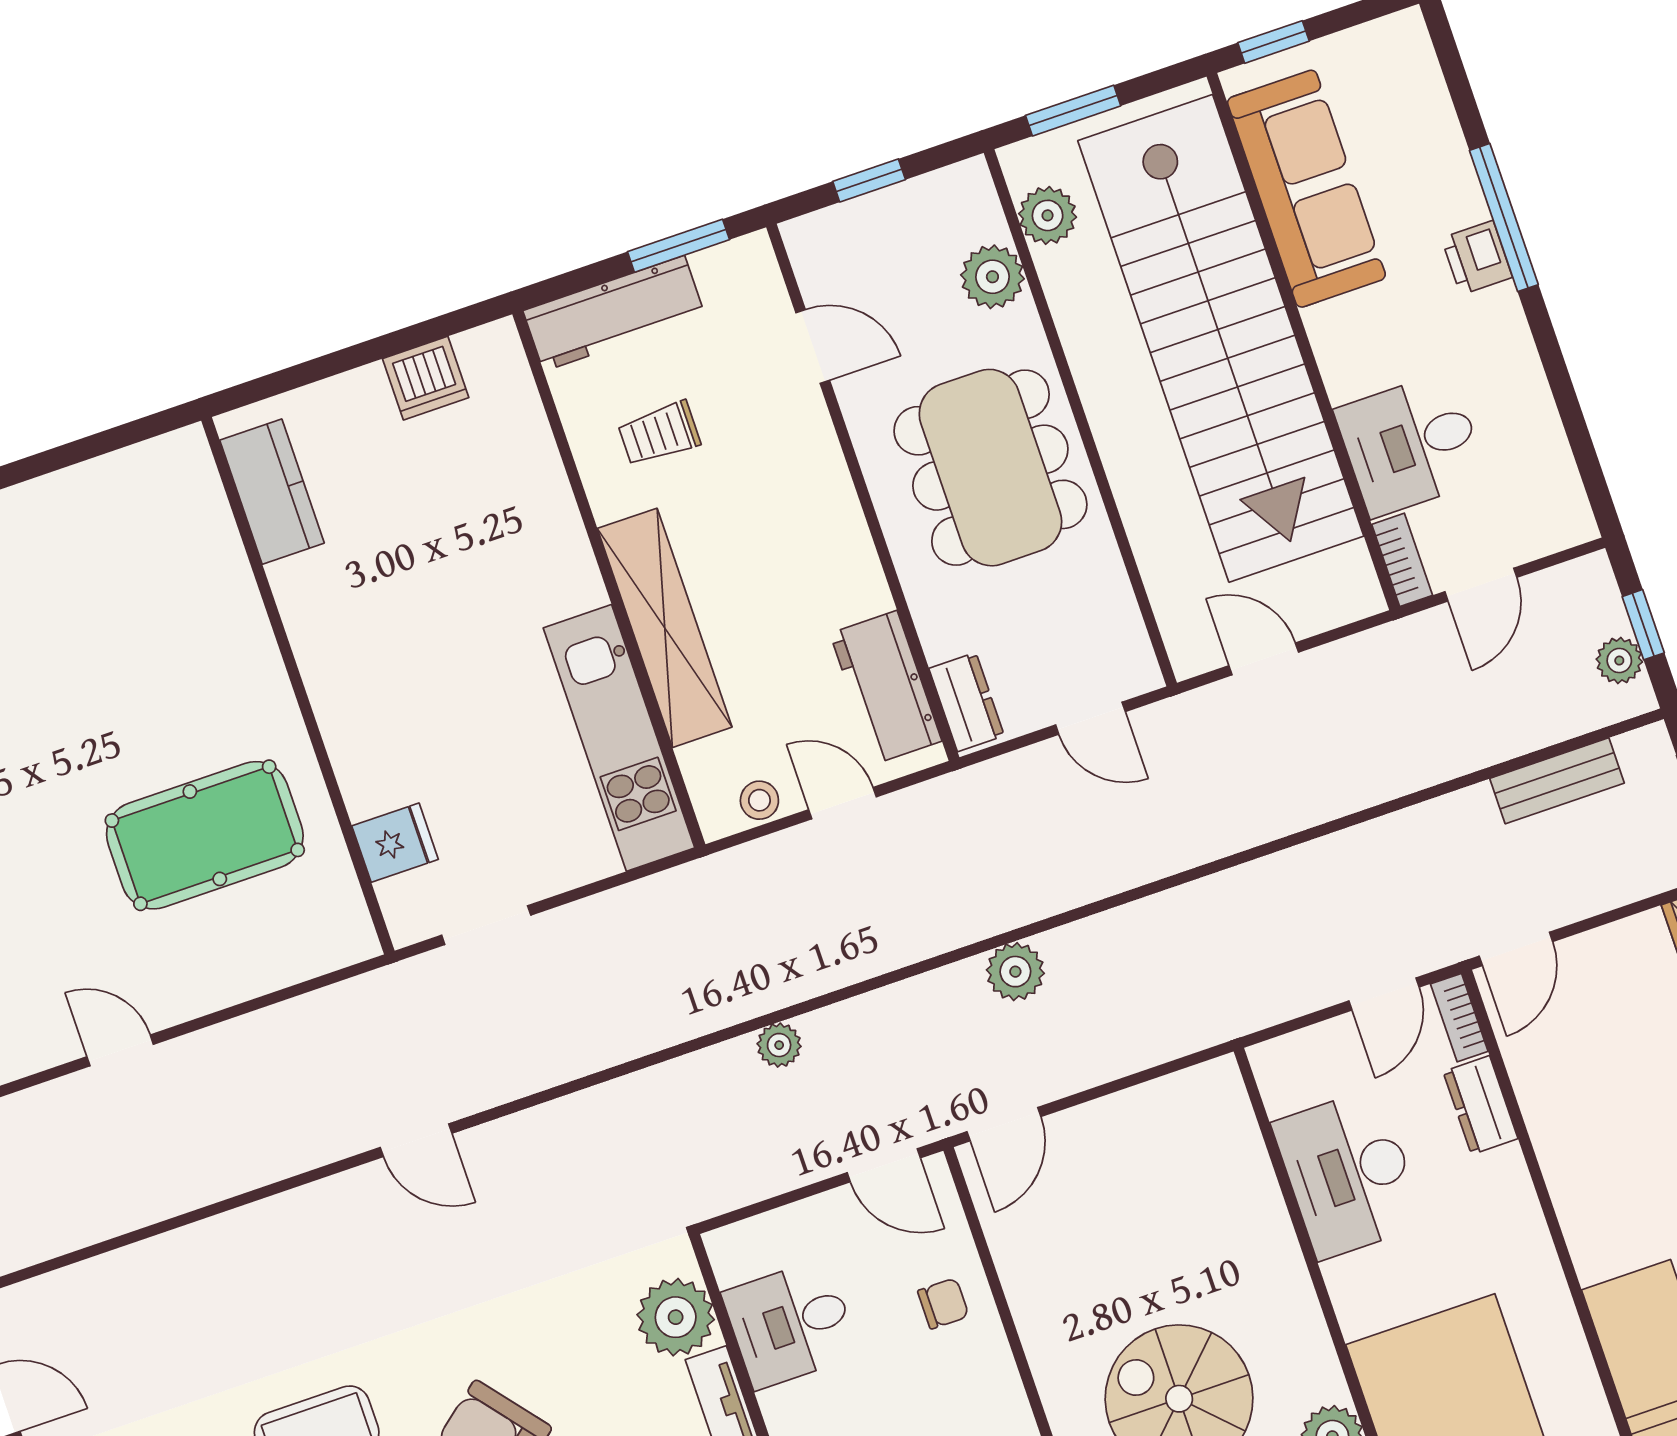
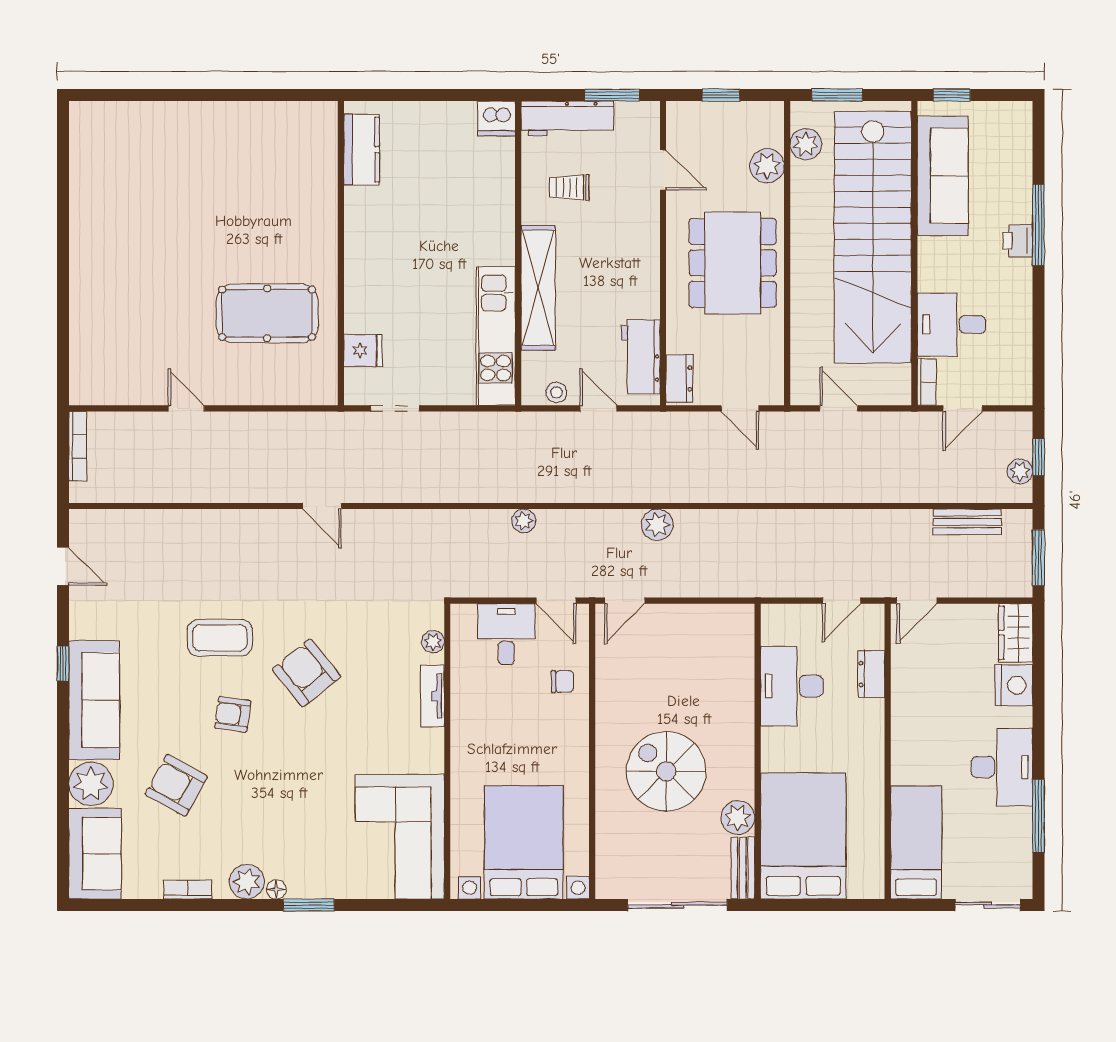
dishwasher: (426, 378) -> (497, 118), moved
bookcase: (1459, 1018) -> (876, 626), removed
plant: (676, 1317) -> (433, 642), width x0.53, depth x0.53
desk: (791, 1324) -> (506, 634), moved, turned 90

